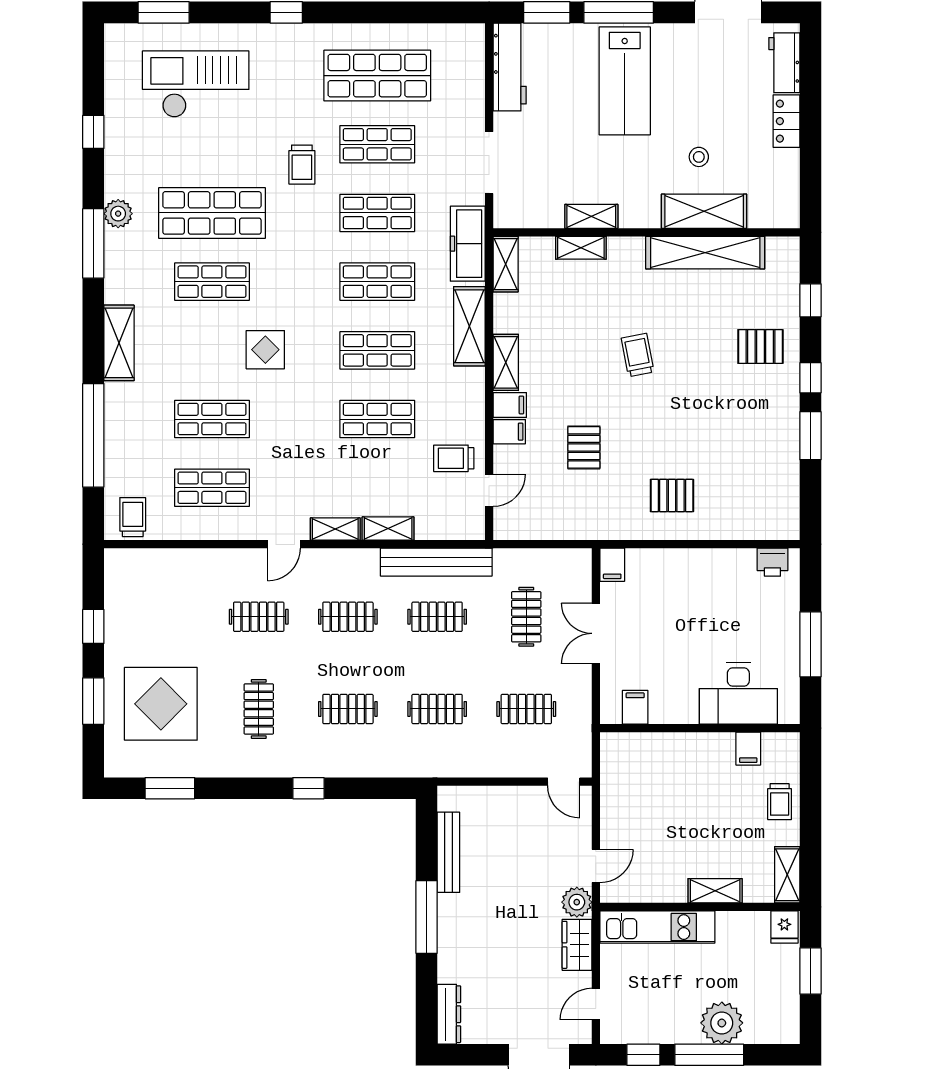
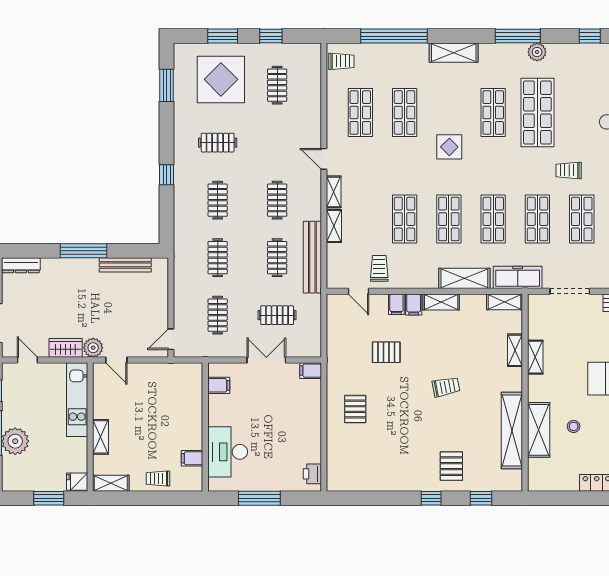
window: (810, 436) -> (394, 498), removed
clothes rail: (259, 617) -> (277, 85), moved

